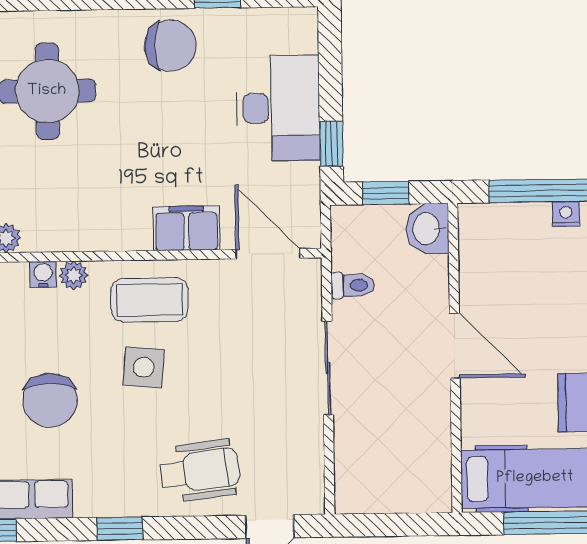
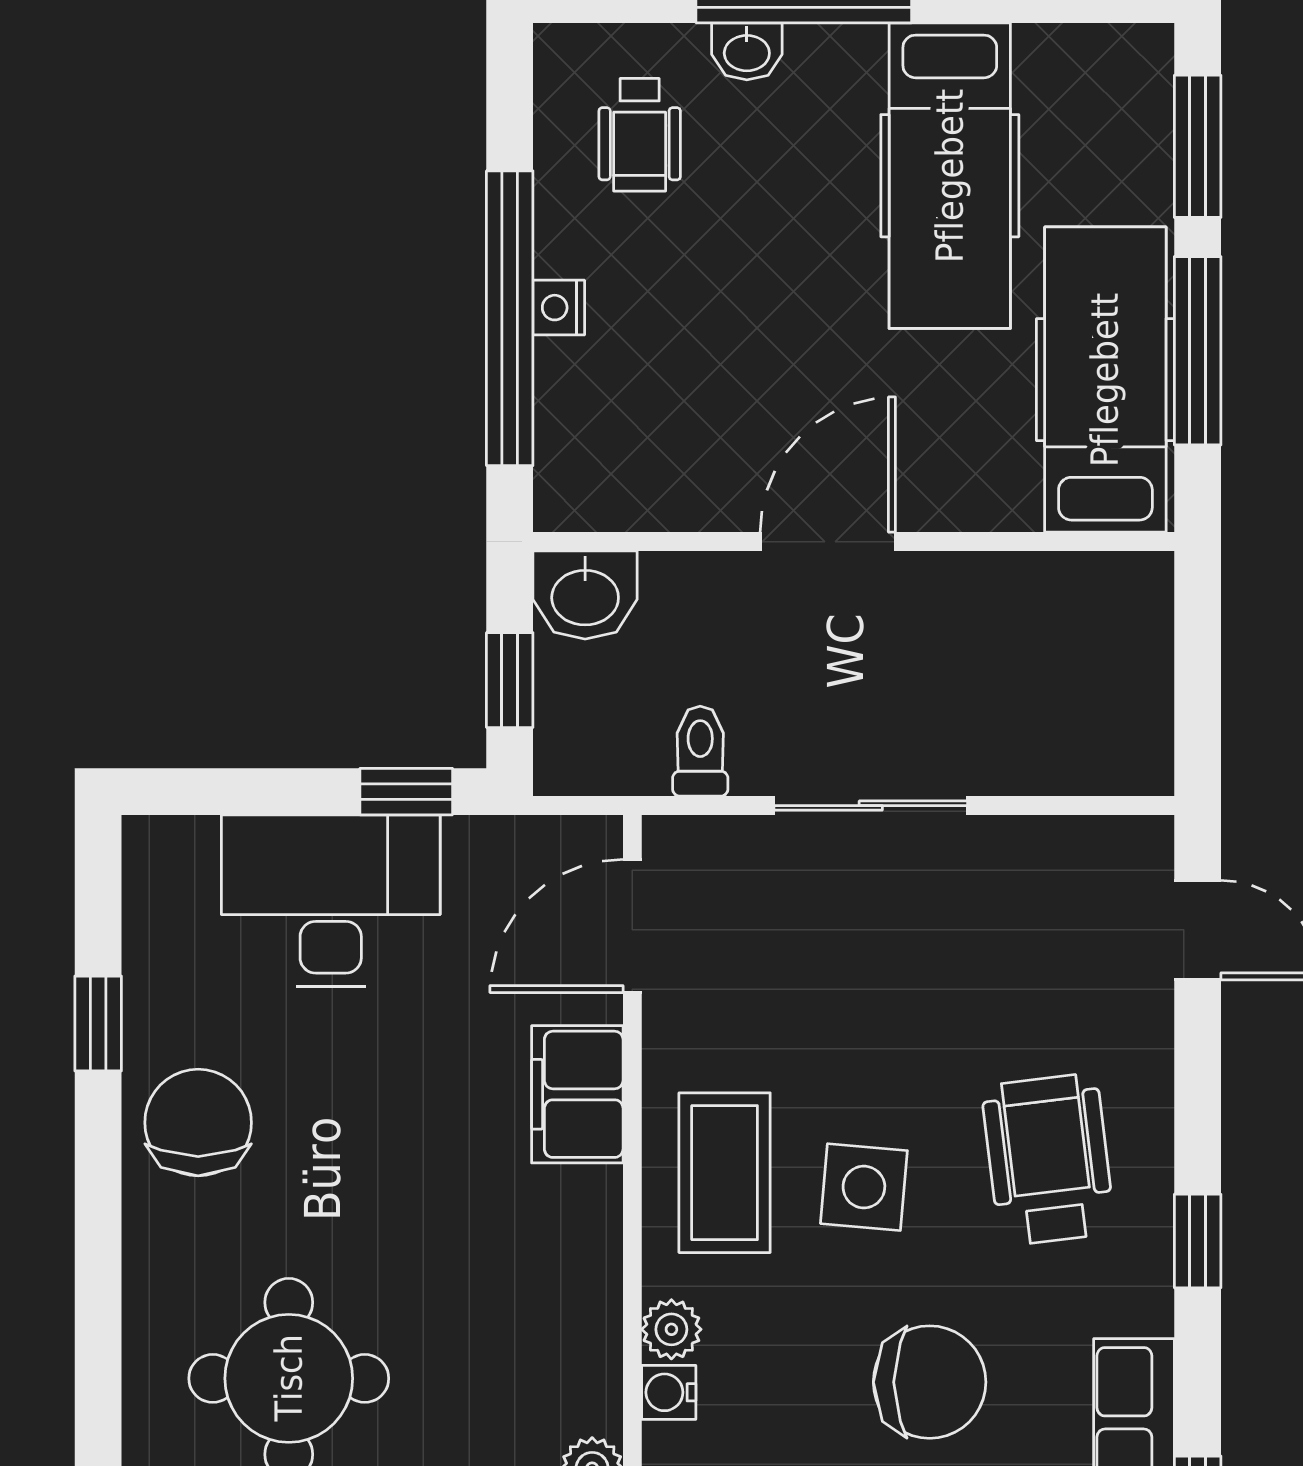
wheelchair: (200, 471) -> (1048, 1160), moved

